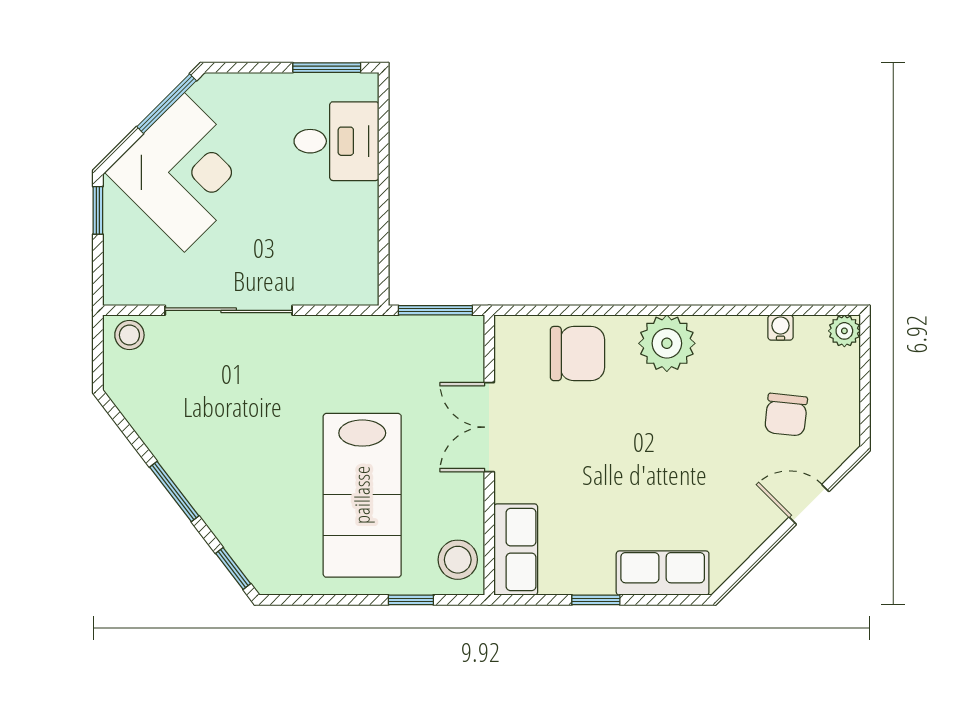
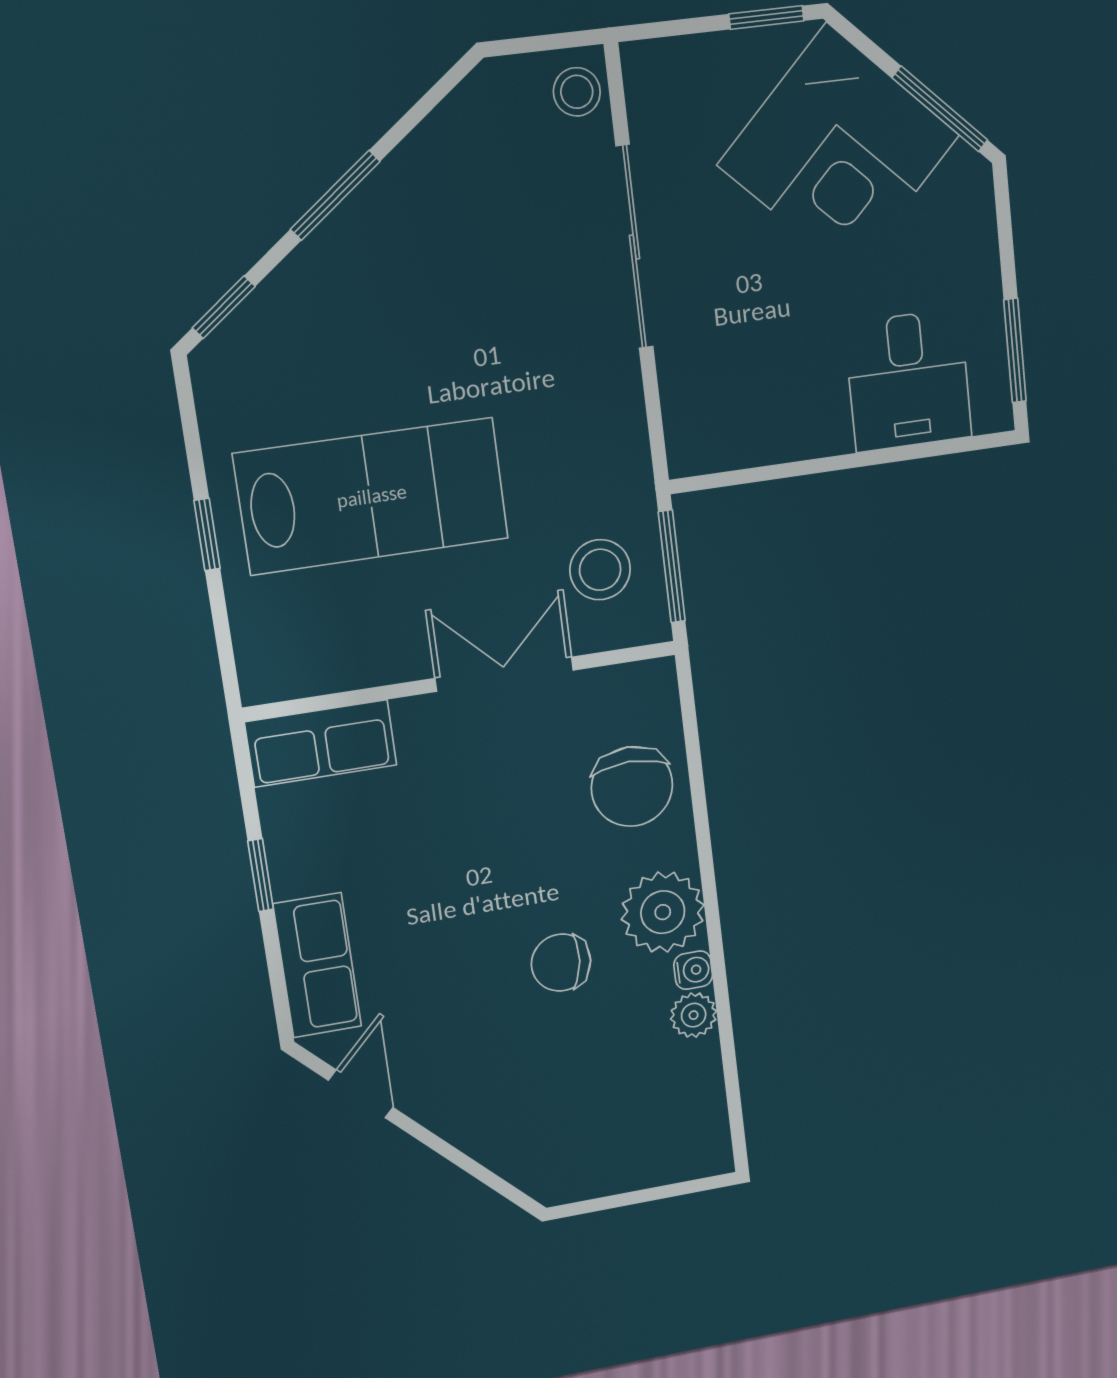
water cooler: (780, 328) -> (693, 970), moved
plant: (844, 331) -> (694, 1015), moved
chair: (786, 415) -> (561, 963), moved
lab bench: (362, 495) -> (372, 496), turned 180
door: (809, 504) -> (361, 1094), moved
stool: (458, 560) -> (600, 570), moved
window: (411, 600) -> (207, 534), moved

